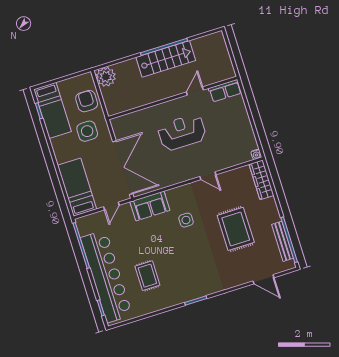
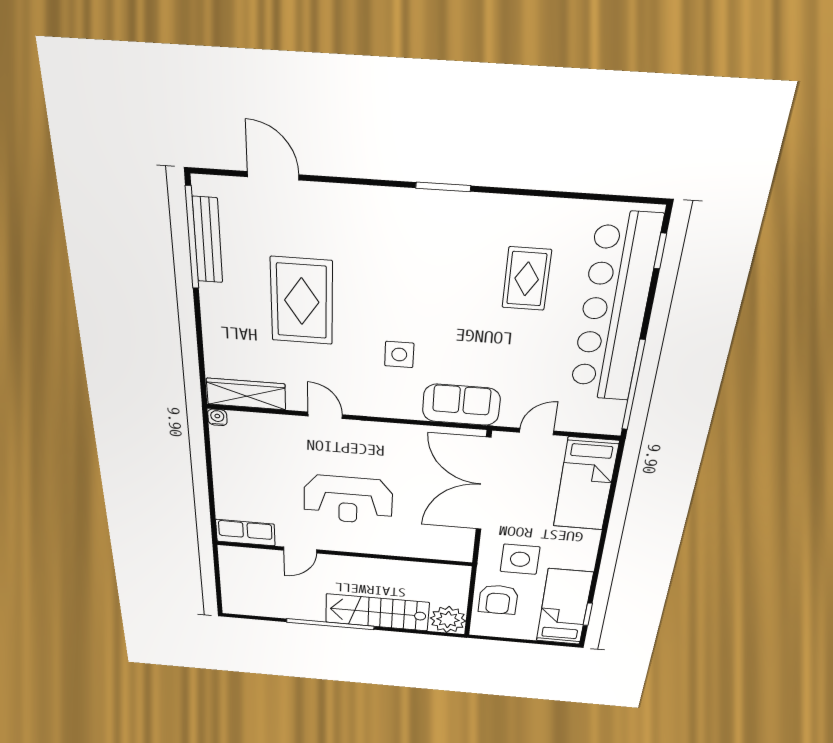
stairs: (166, 59) -> (377, 612), moved
wardrobe: (261, 180) -> (246, 394), moved, turned -90

